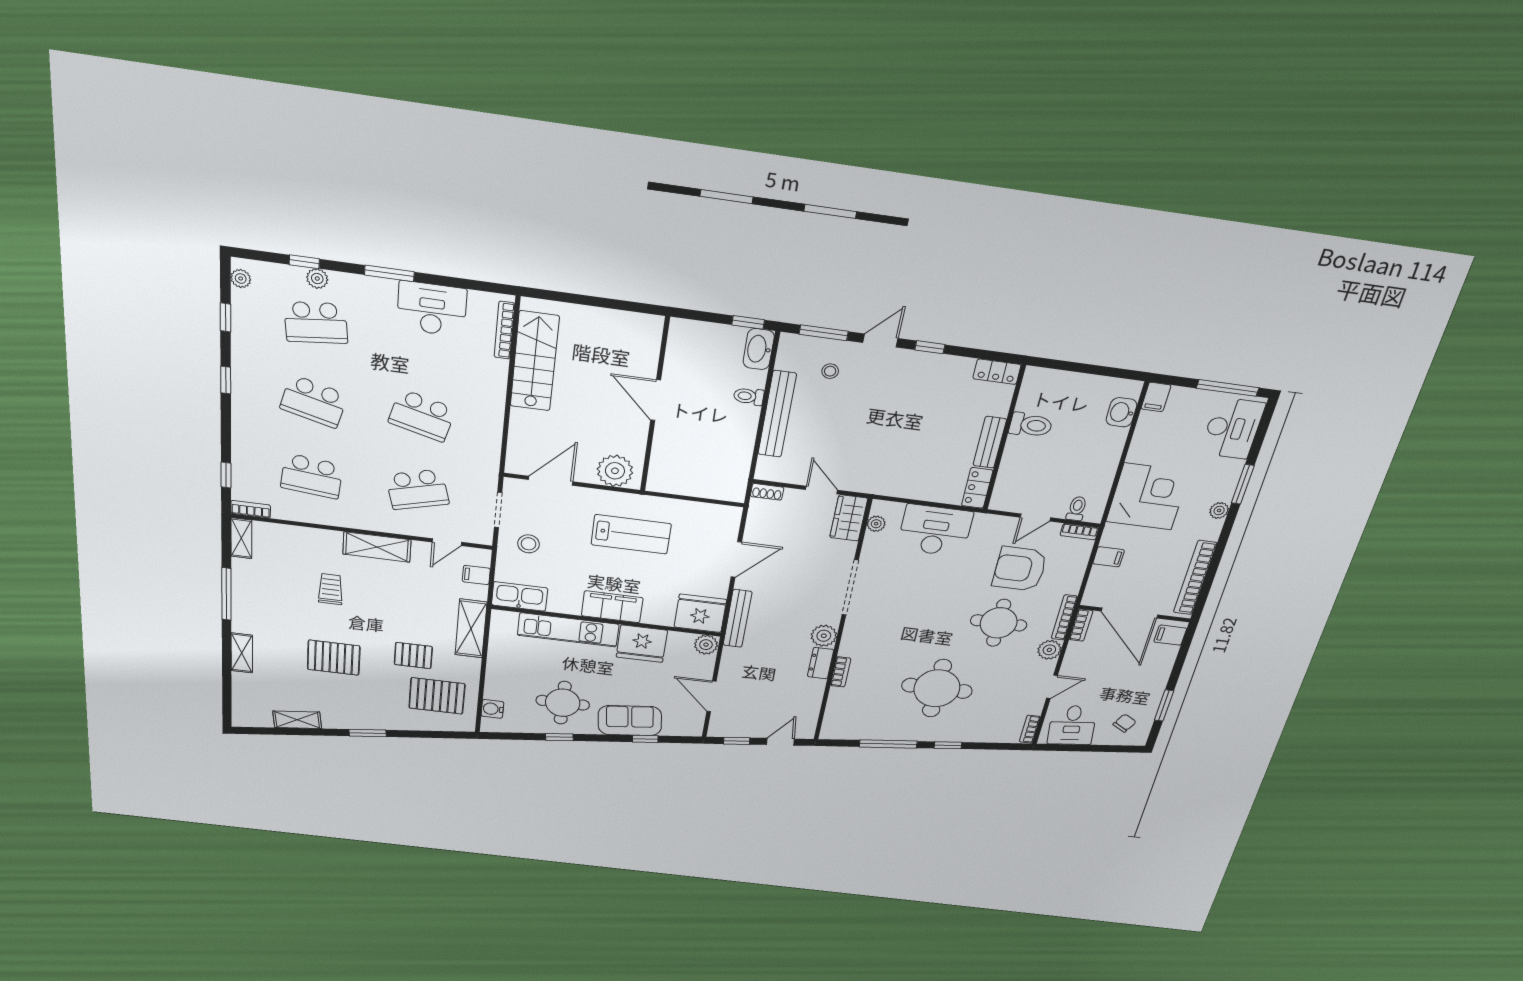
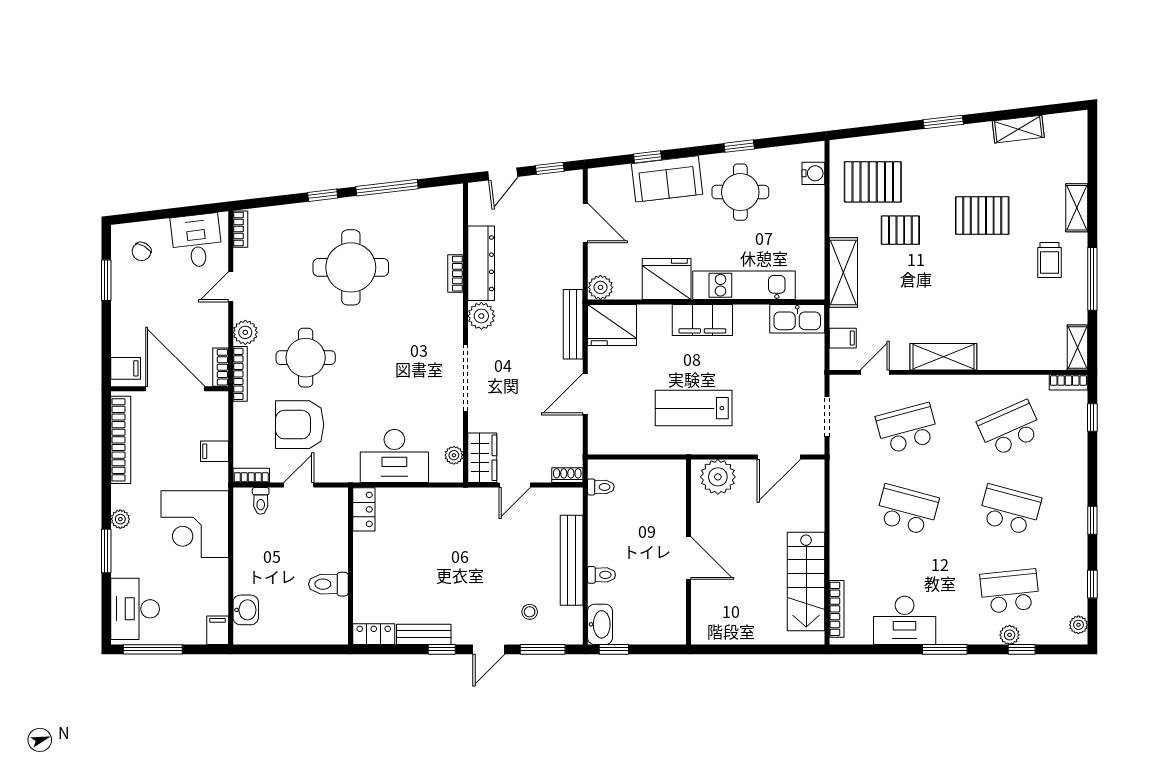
bench: (990, 442) -> (424, 634), moved, turned 90
school desk: (312, 476) -> (1010, 428), turned -30
toilet: (735, 477) -> (601, 487), added
door: (822, 490) -> (515, 485), hinge flipped
stool: (529, 544) -> (794, 382), removed
armchair: (1020, 569) -> (300, 425), turned 180
trolley: (331, 589) -> (1049, 260), moved
dresser: (821, 663) -> (481, 263), width x1.96, depth x1.24

